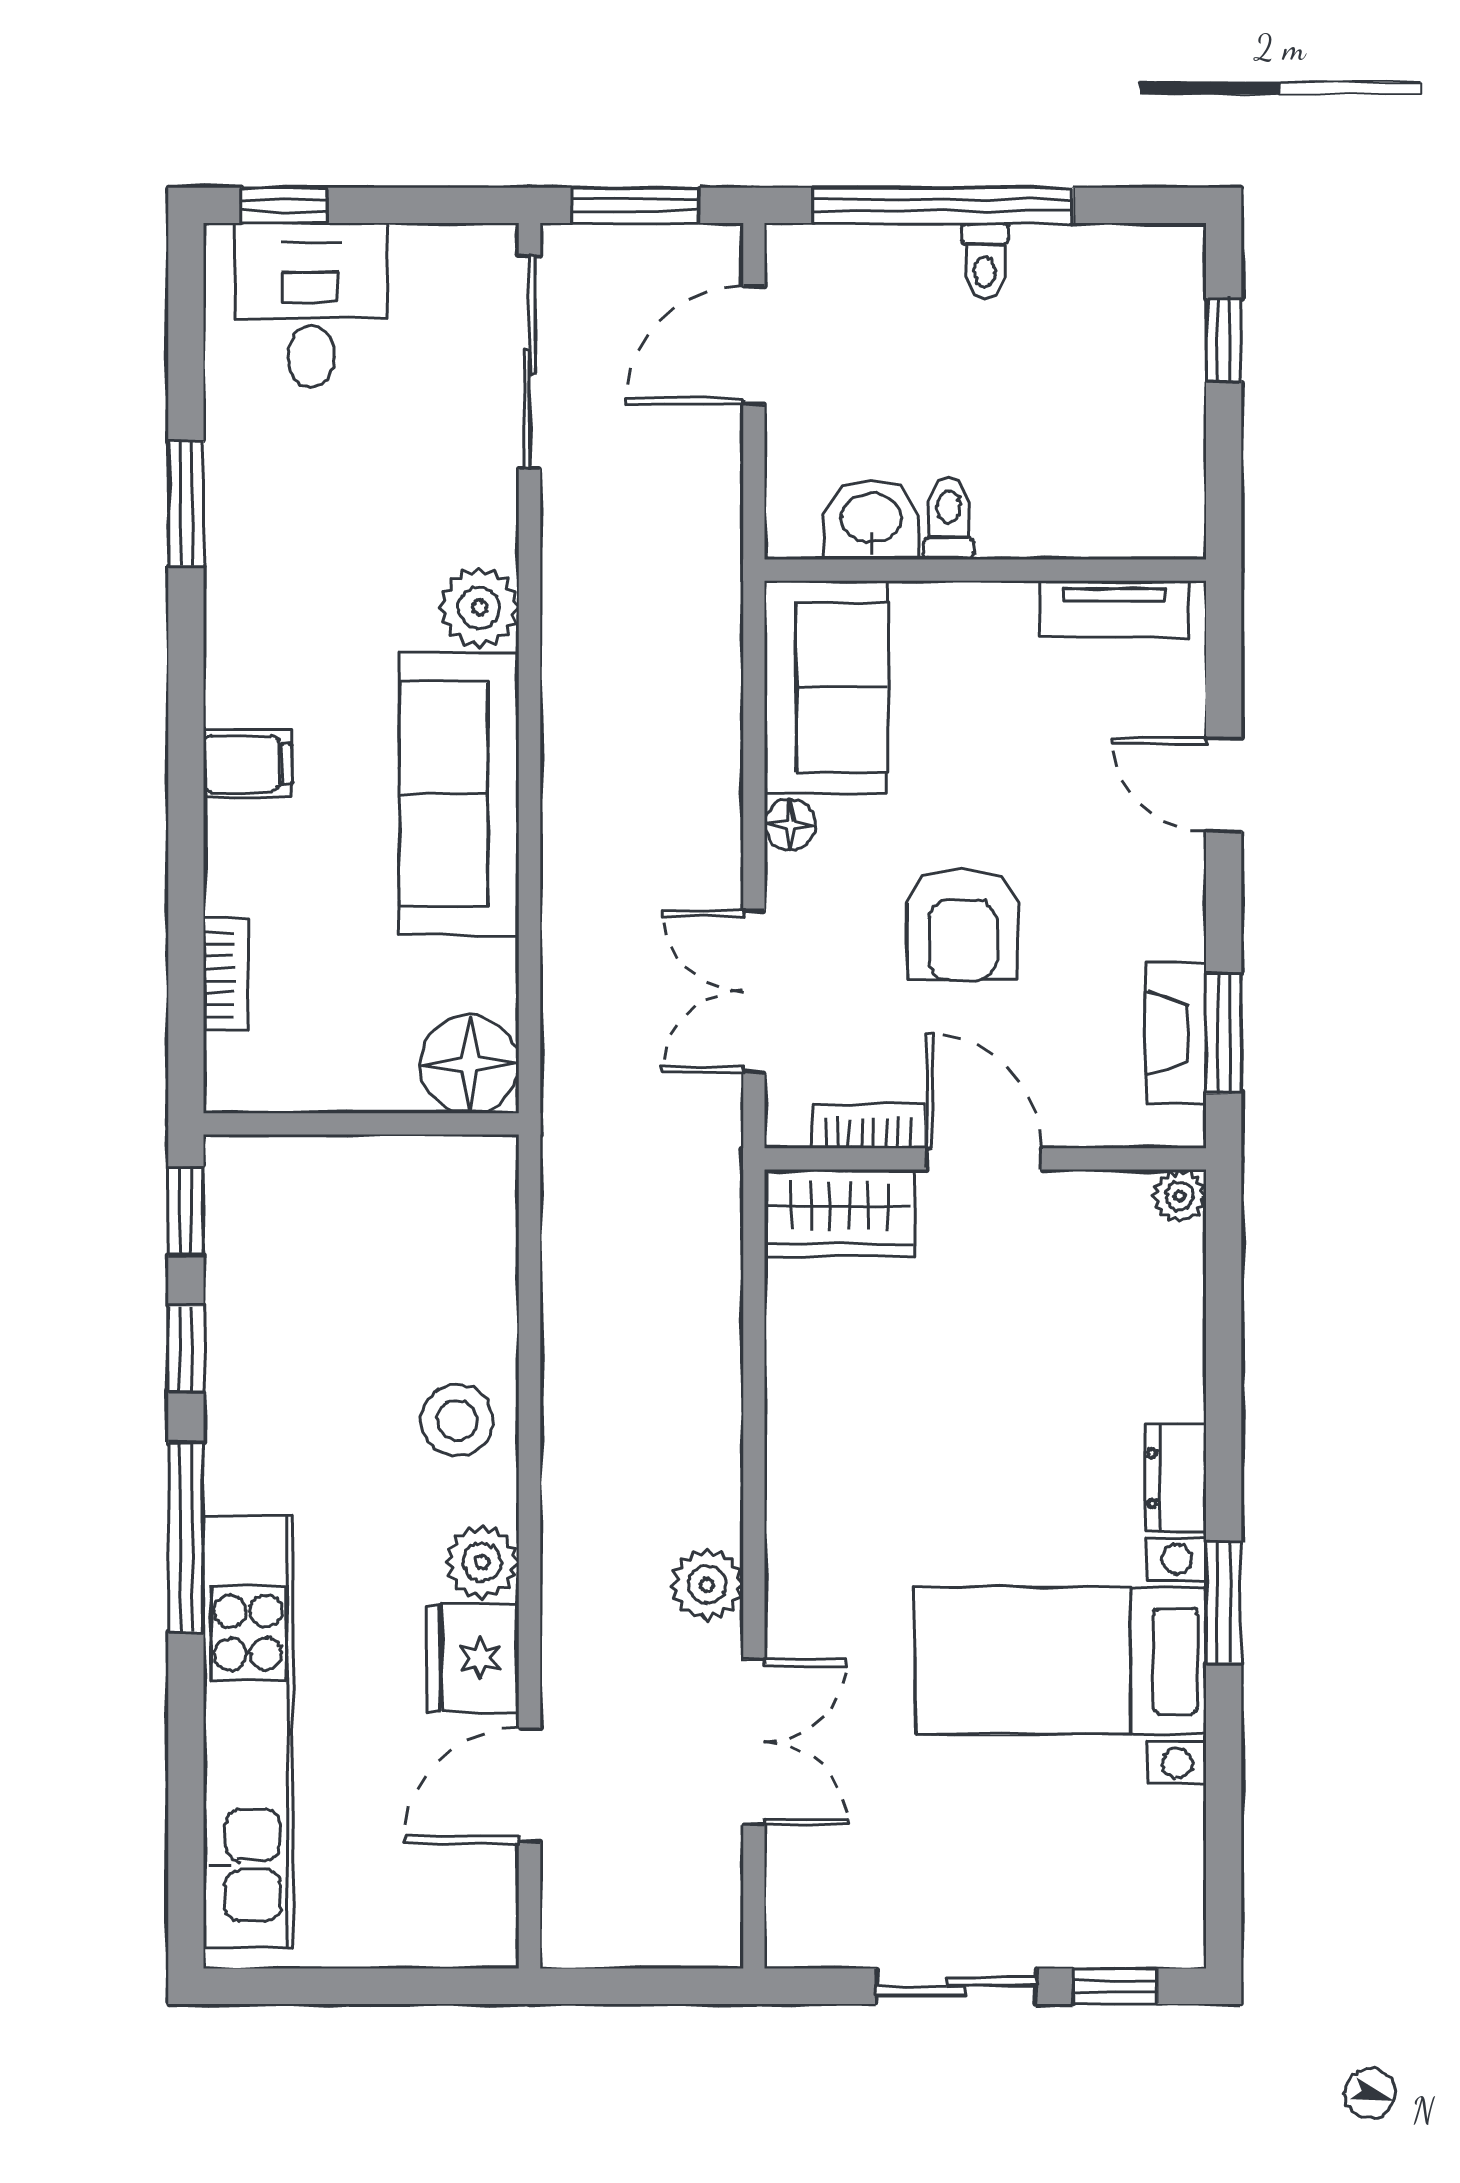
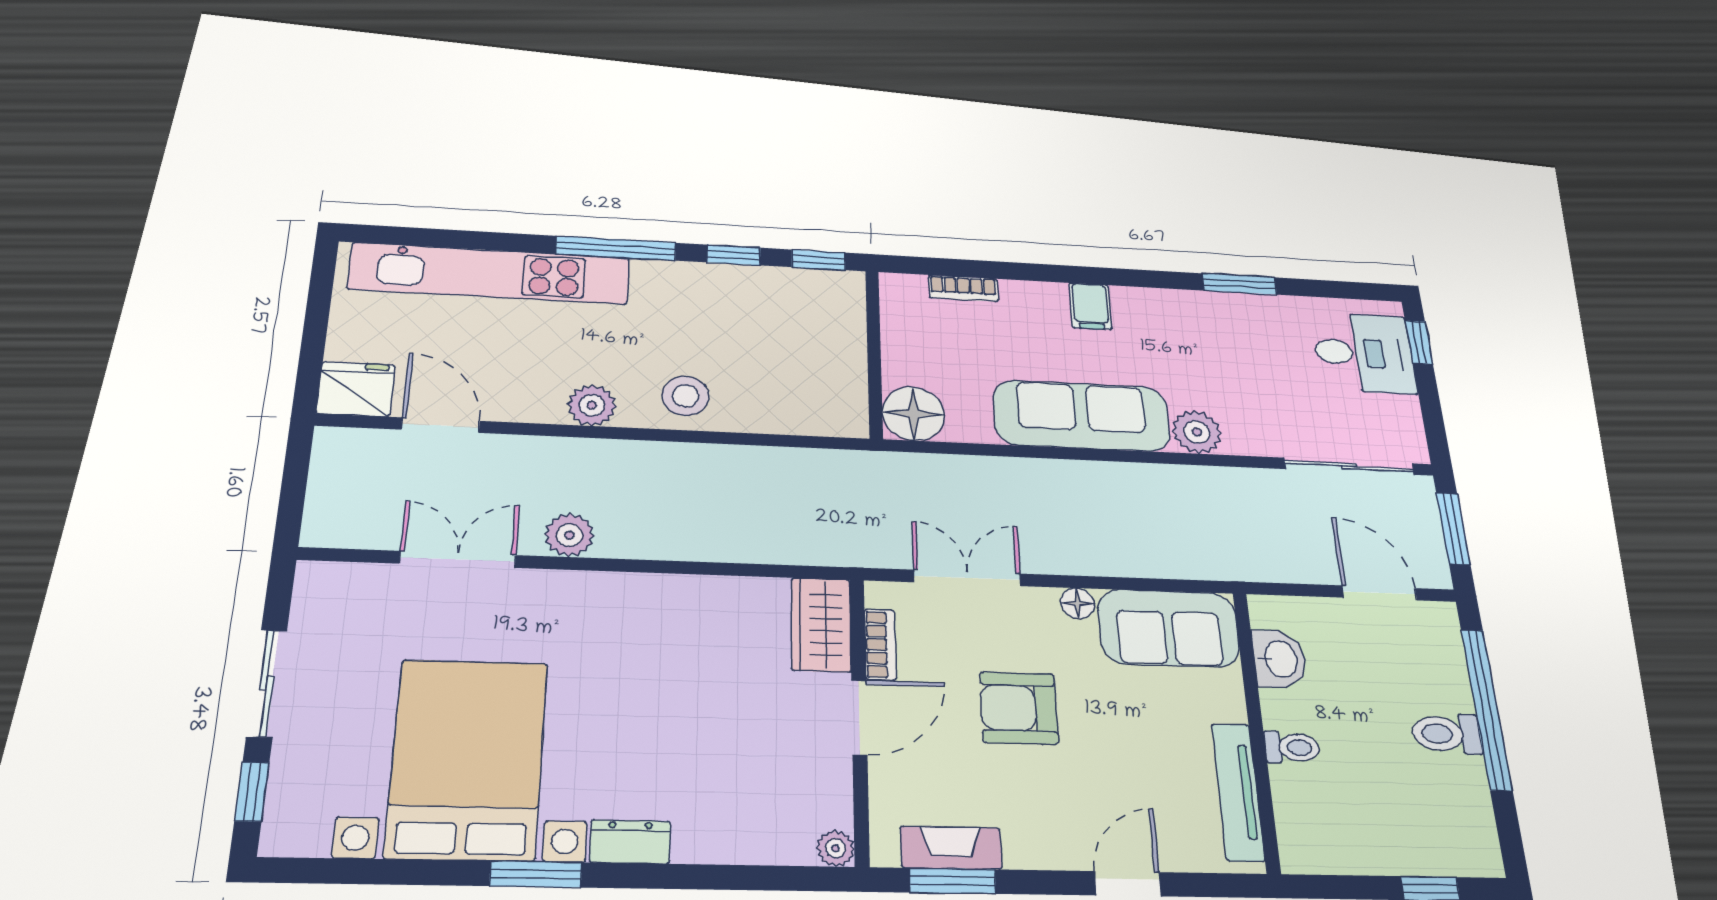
toilet: (985, 261) -> (1447, 734), width x1.37, depth x1.39
toilet: (949, 519) -> (1292, 747), moved
tv unit: (1114, 609) -> (1238, 792), width x1.41
fridge: (473, 1658) -> (356, 389), moved
bed with nightstands: (1061, 1661) -> (467, 759), width x1.36
double door: (754, 1742) -> (458, 559), swing flipped

